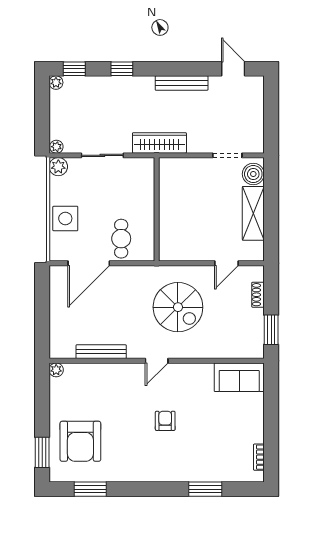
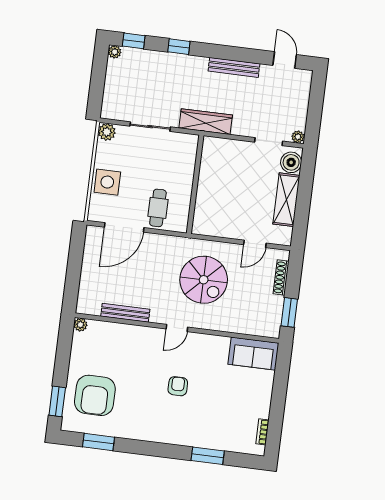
plant: (56, 147) -> (298, 137), moved
shoe rack: (258, 295) -> (281, 278), width x1.43

